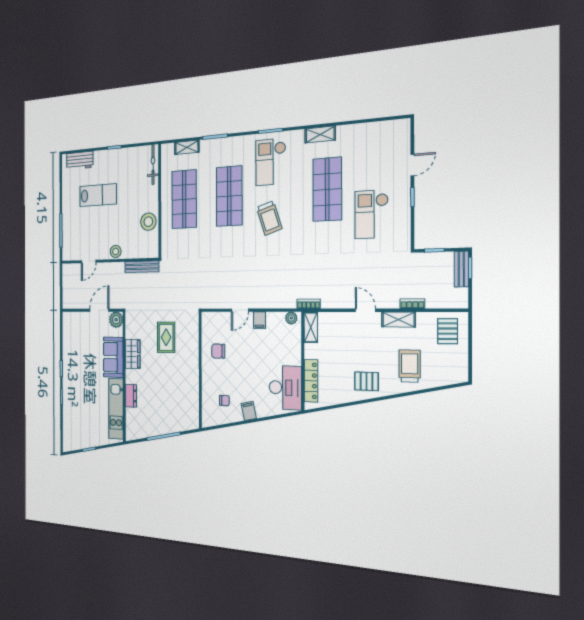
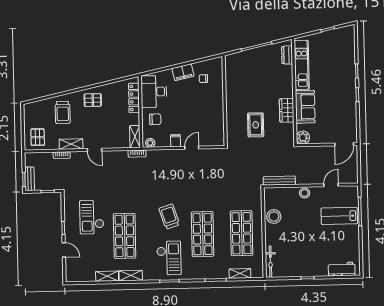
shelving: (352, 131) -> (107, 276), added
door: (412, 165) -> (64, 250), swing flipped
lab bench: (98, 195) -> (339, 216), moved
checkout: (371, 214) -> (92, 217), turned 180
door: (99, 310) -> (344, 144), moved
chair: (218, 351) -> (155, 119), moved
dresser: (131, 396) -> (287, 55), moved
filing cabinet: (249, 411) -> (183, 72), width x2.00

